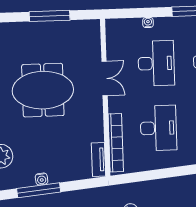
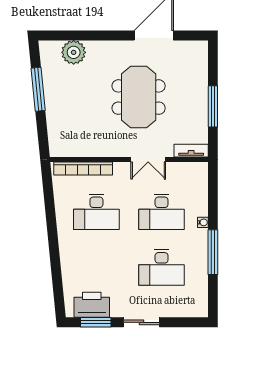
water cooler: (148, 22) -> (203, 222), moved
tv unit: (99, 159) -> (191, 151), moved
water cooler: (42, 179) -> (49, 93), removed

